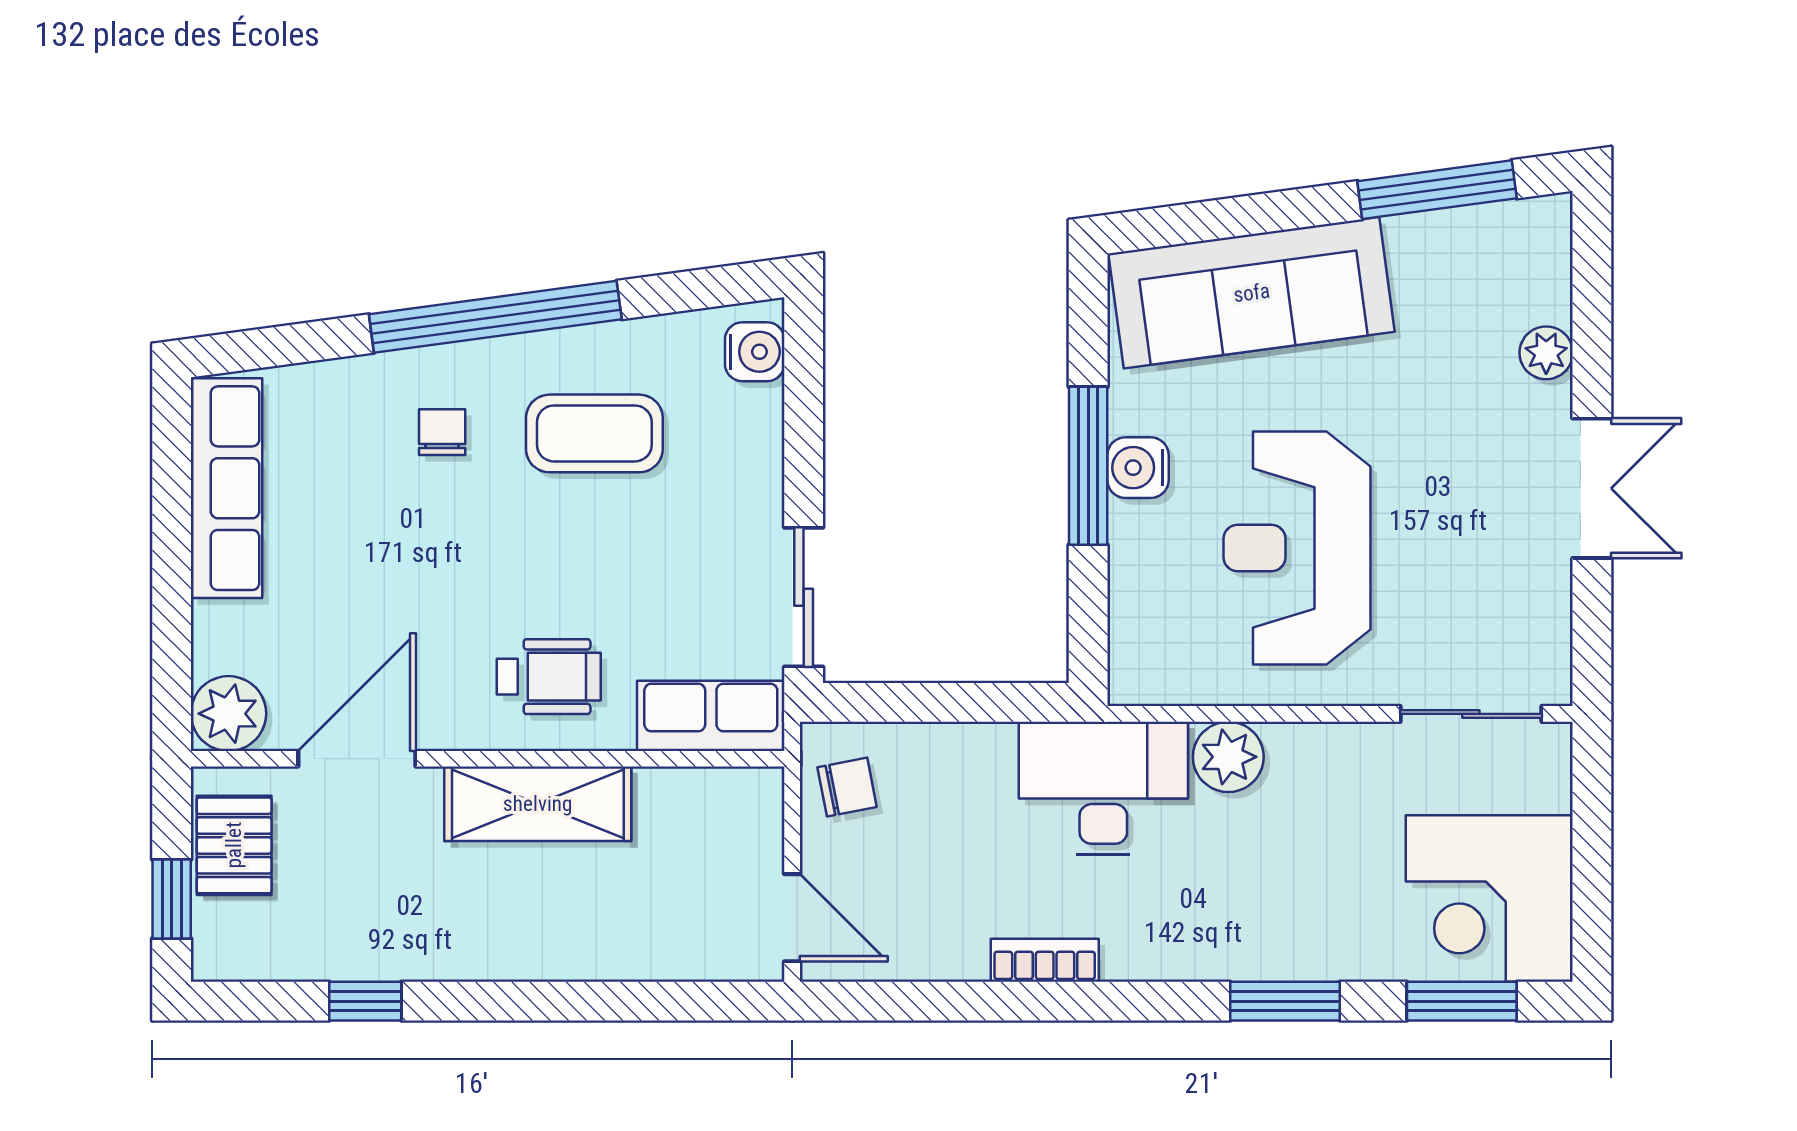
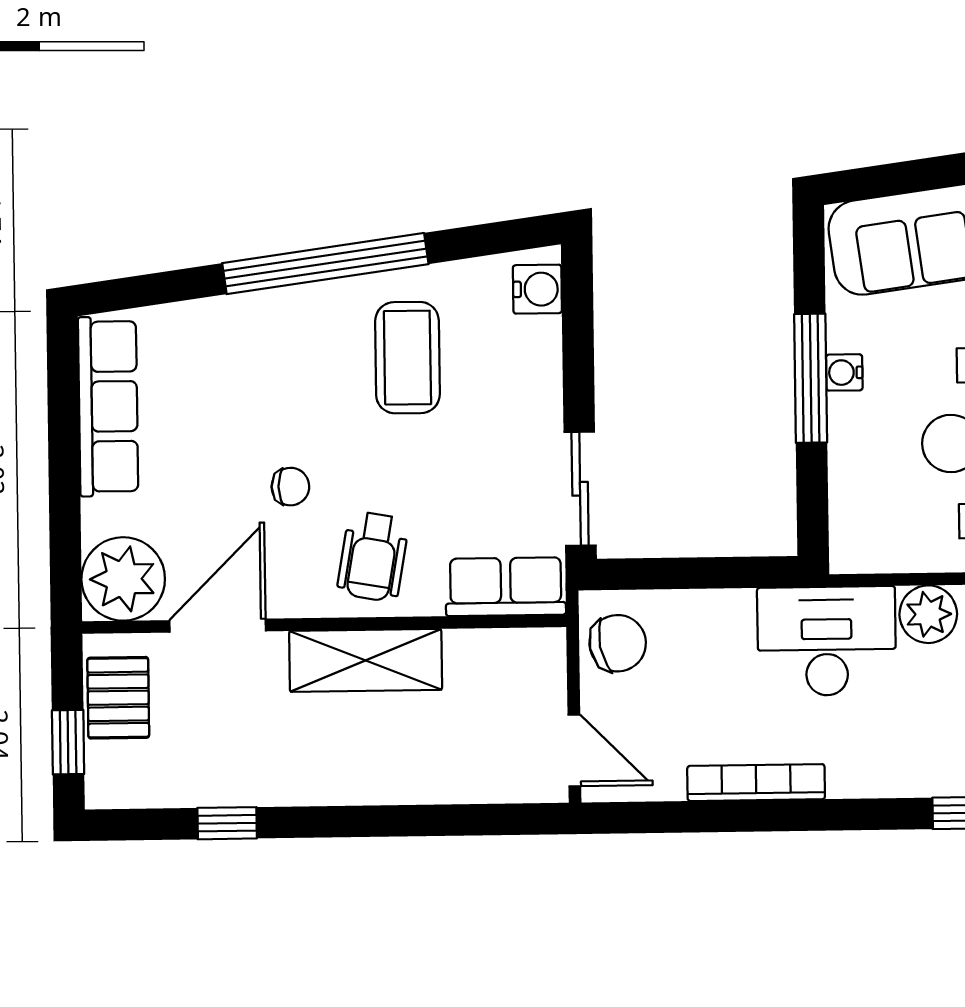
chair: (442, 432) -> (290, 487), moved, turned 90
coffee table: (594, 433) -> (407, 358), turned 90
water cooler: (1138, 468) -> (844, 372), width x0.72, depth x0.72
wheelchair: (549, 677) -> (373, 556), turned 100
plant: (228, 714) -> (123, 579), width x1.36, depth x1.36
chair: (847, 787) -> (618, 643), width x1.37, depth x1.37
bookcase: (1045, 960) -> (756, 783), width x1.56

